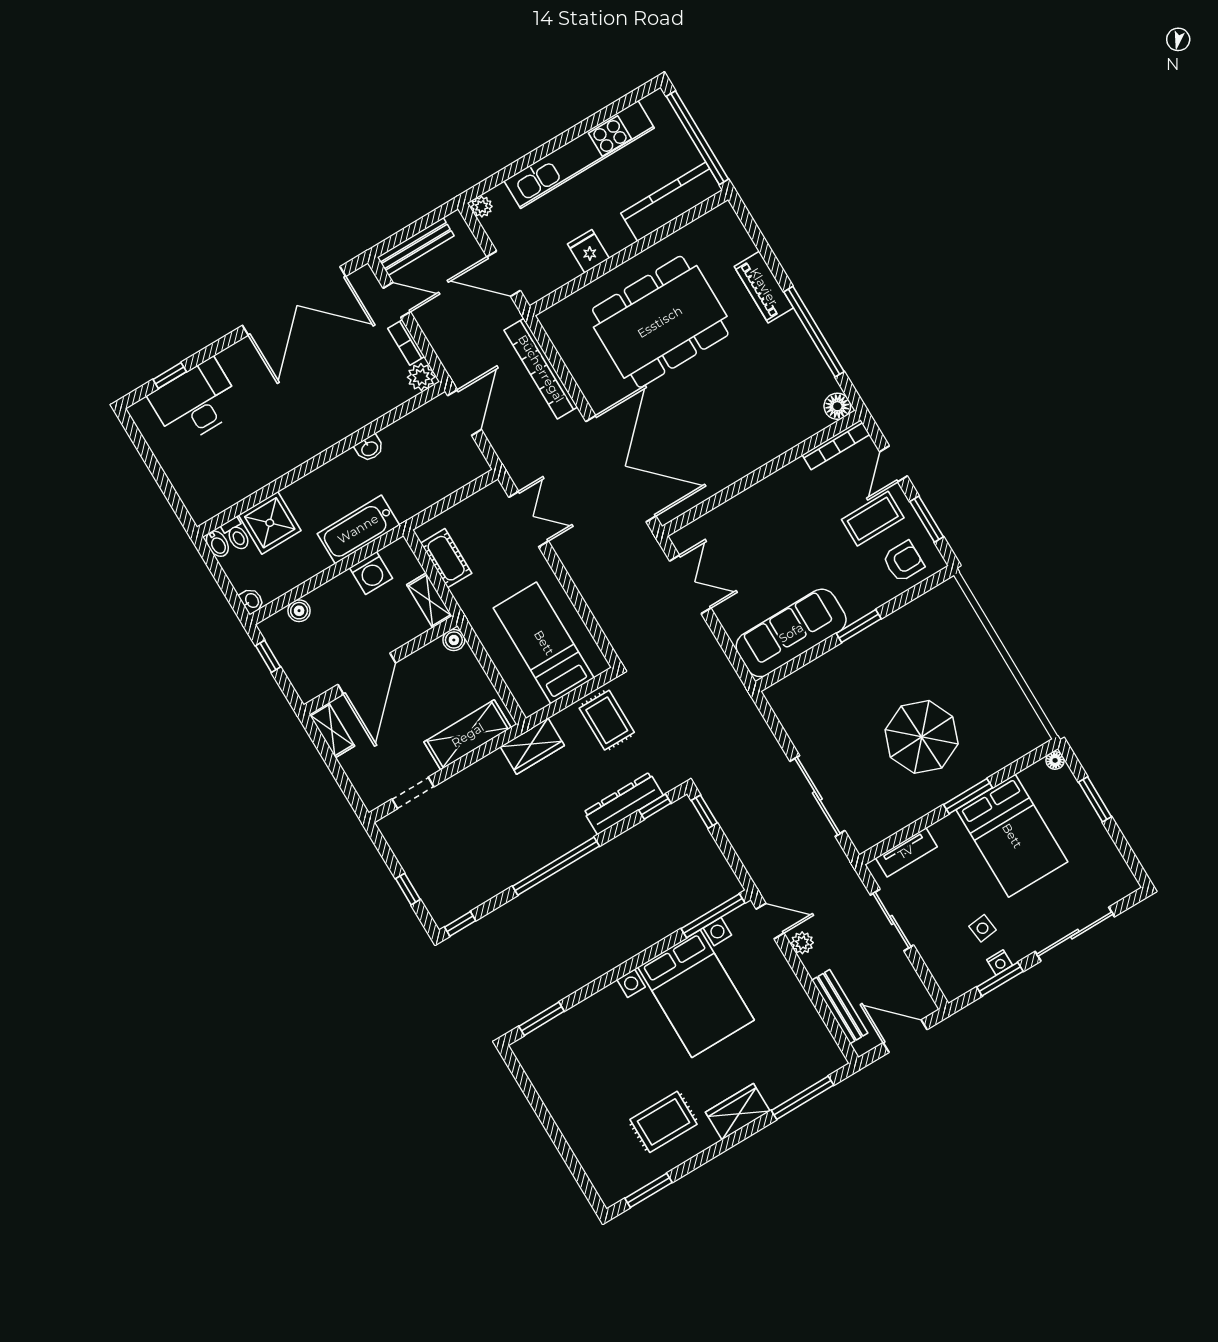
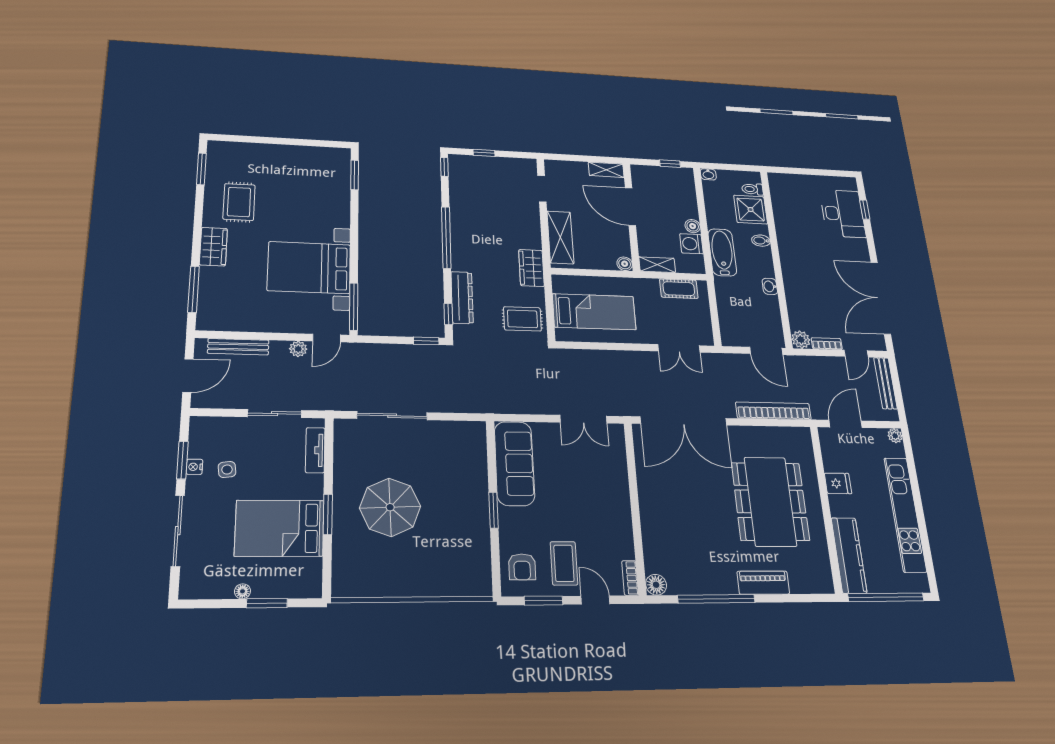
bookcase: (836, 445) -> (630, 578), width x0.64
bidet: (217, 544) -> (761, 241), moved
boiler: (299, 611) -> (693, 226), moved
floor lamp: (1055, 760) -> (242, 591), moved

